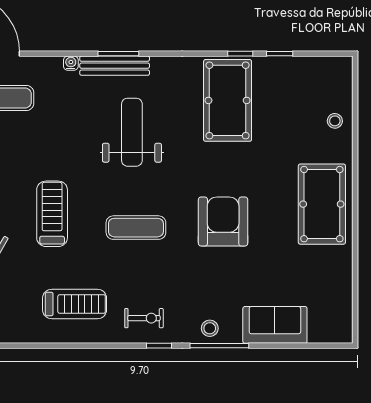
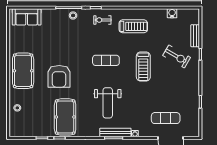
armchair: (223, 221) -> (59, 76), moved
treadmill: (75, 304) -> (133, 26), turned 180
sofa: (275, 325) -> (27, 17), moved

